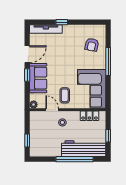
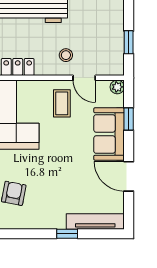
door: (27, 54) -> (129, 176), hinge flipped
window: (27, 75) -> (129, 119), moved
window: (27, 141) -> (129, 42), moved

